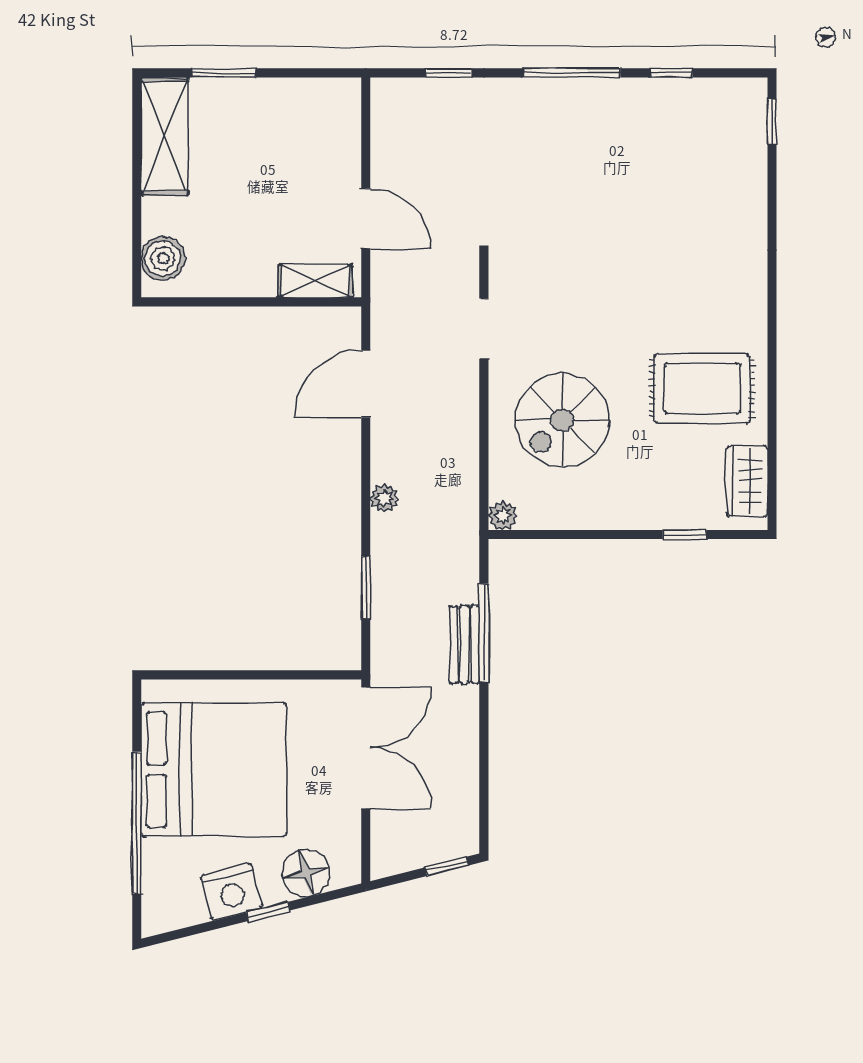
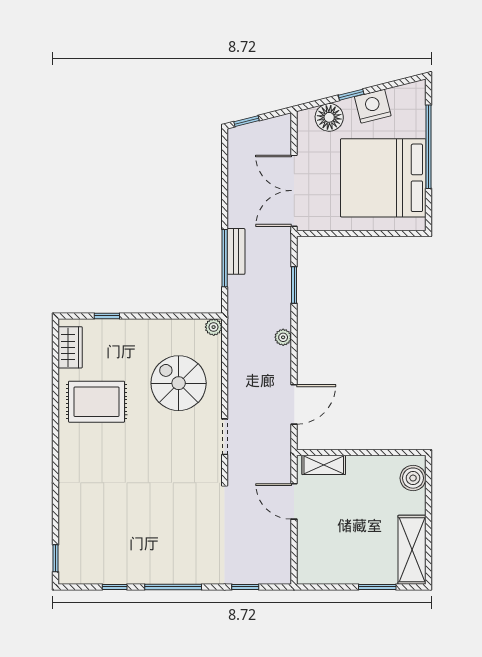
spiral stairs: (562, 420) -> (179, 383), turned -90

